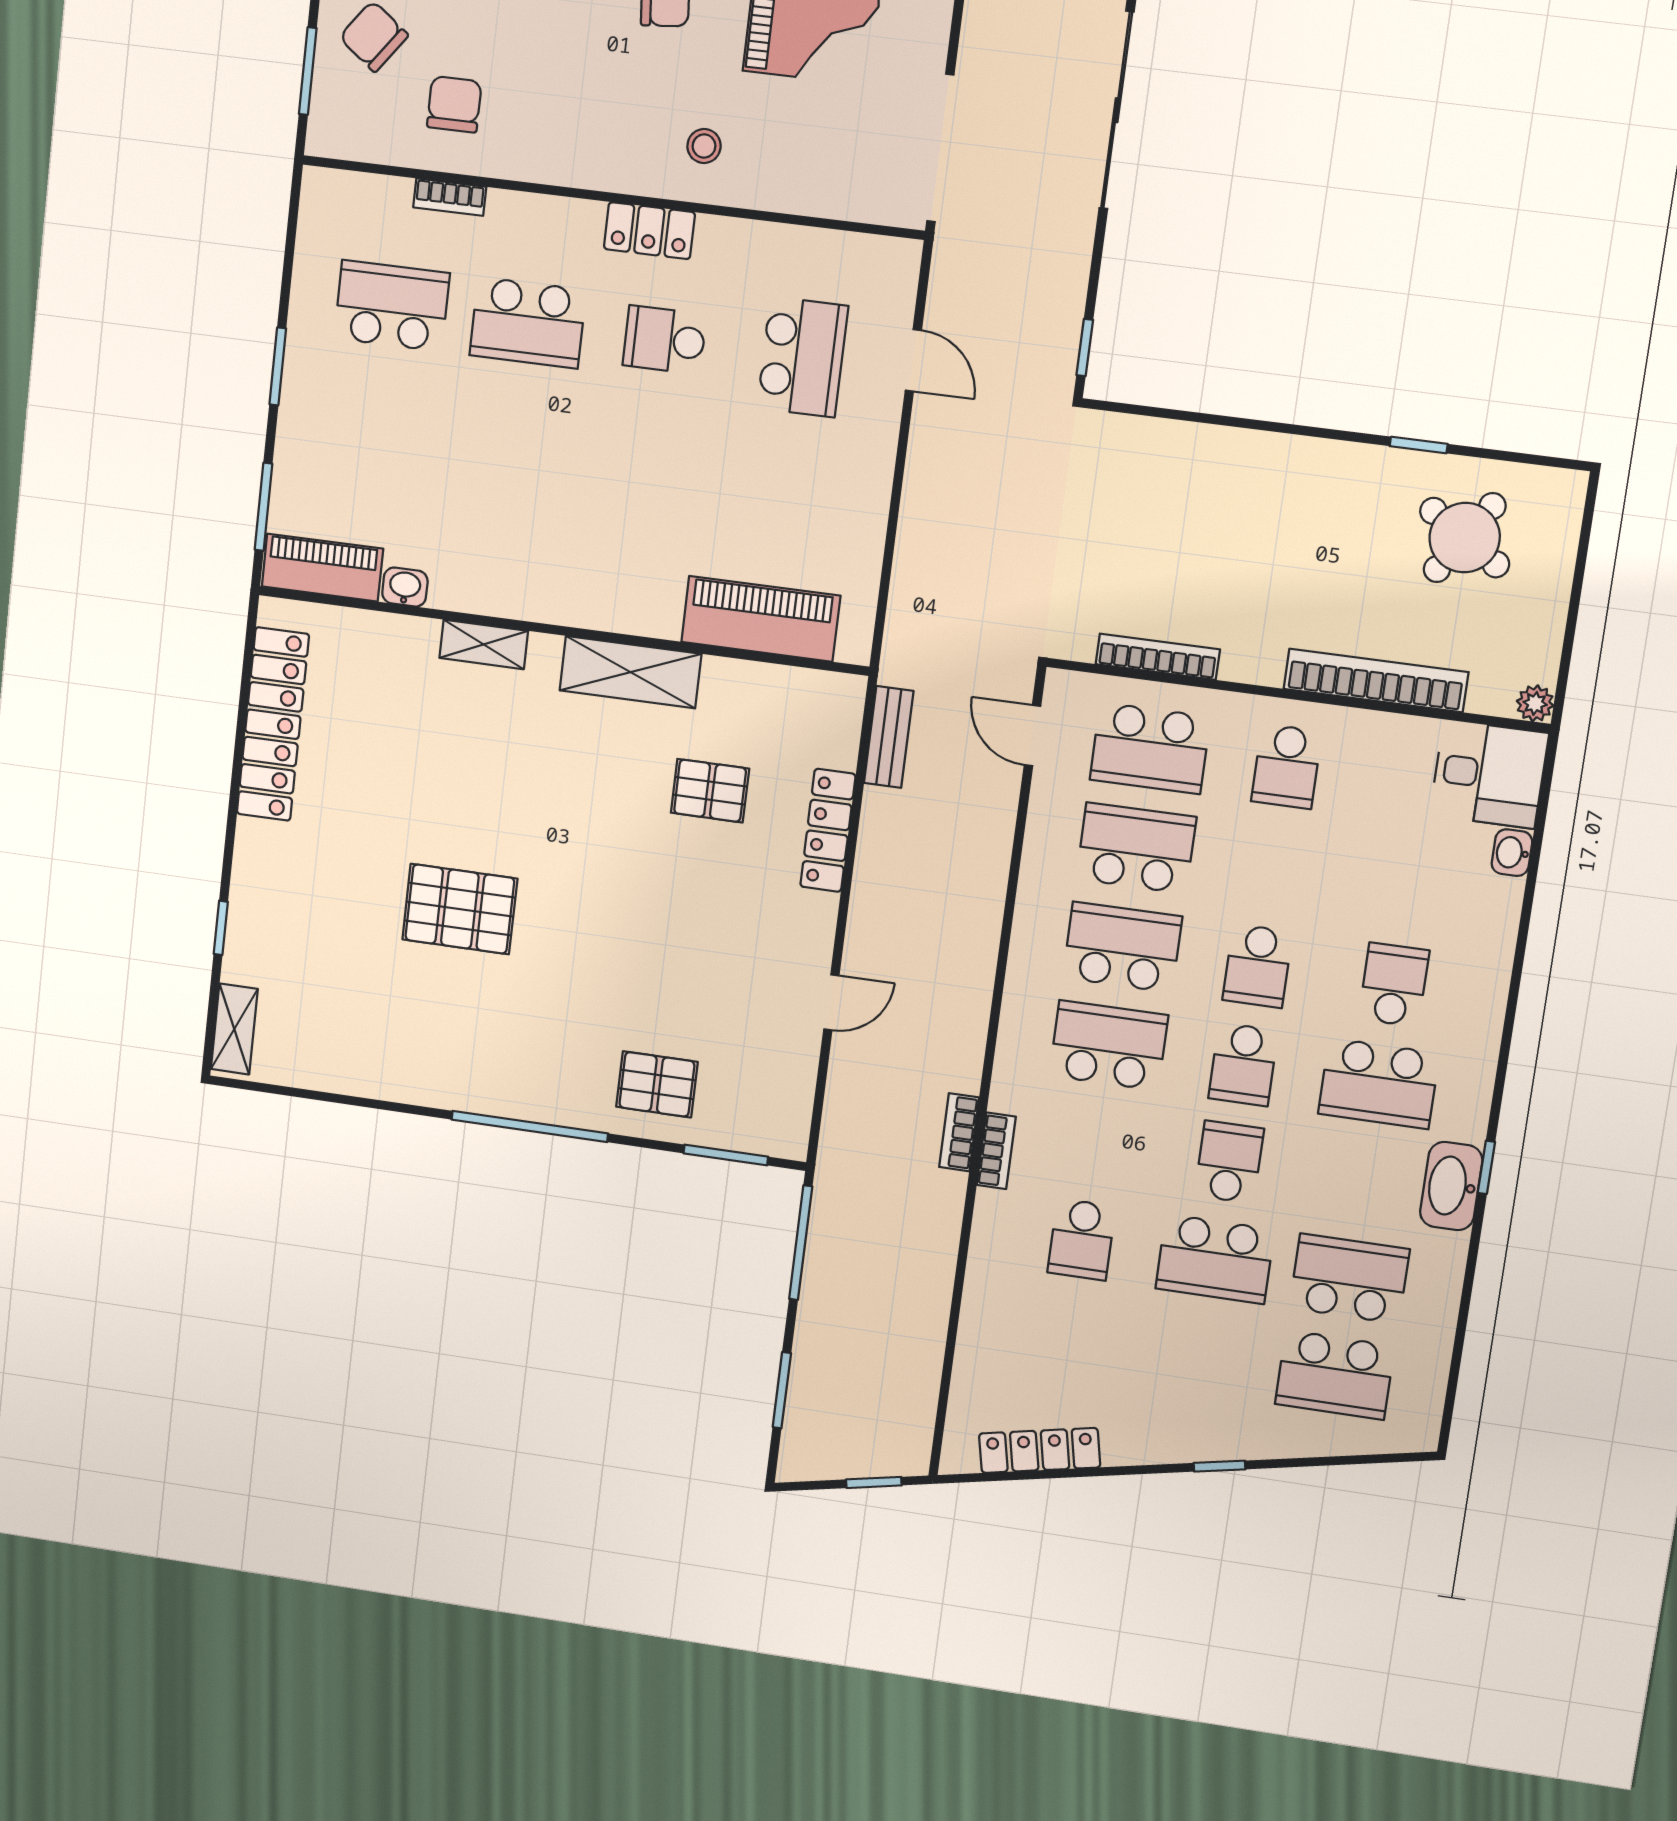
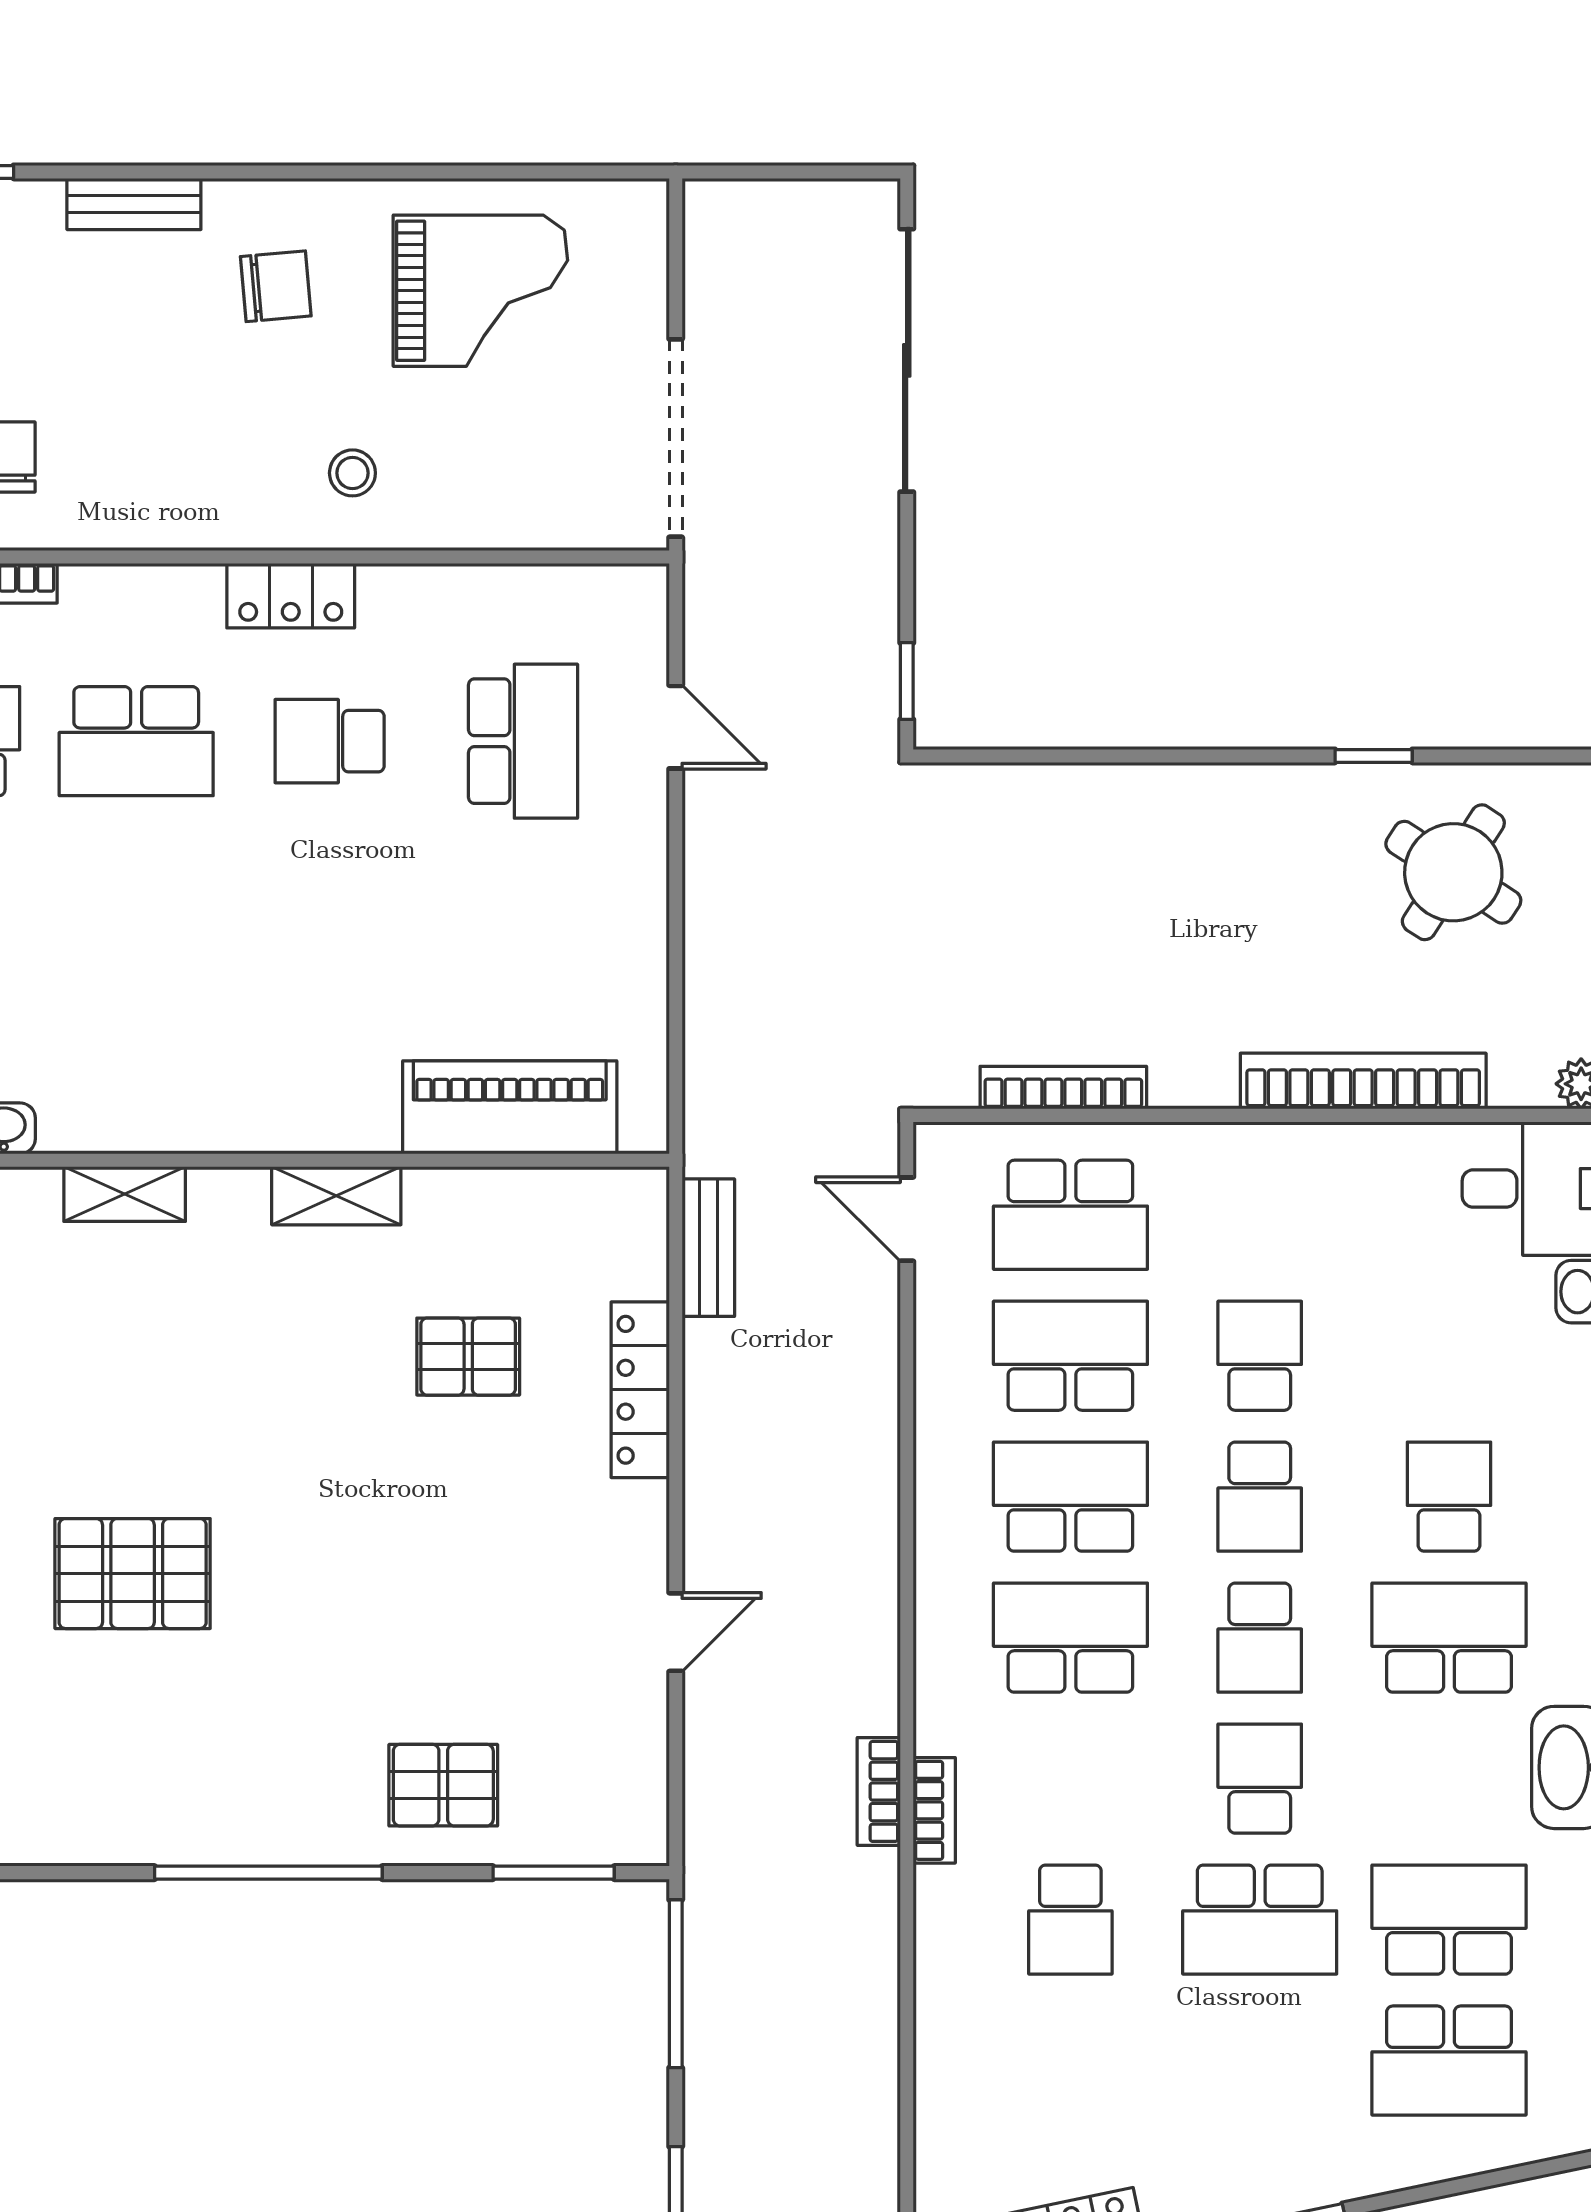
shelving: (630, 672) -> (336, 1196), width x0.67, depth x0.75
school desk: (1287, 766) -> (1260, 1356), moved, turned 180
school desk: (1379, 1084) -> (1449, 1638), turned 180

